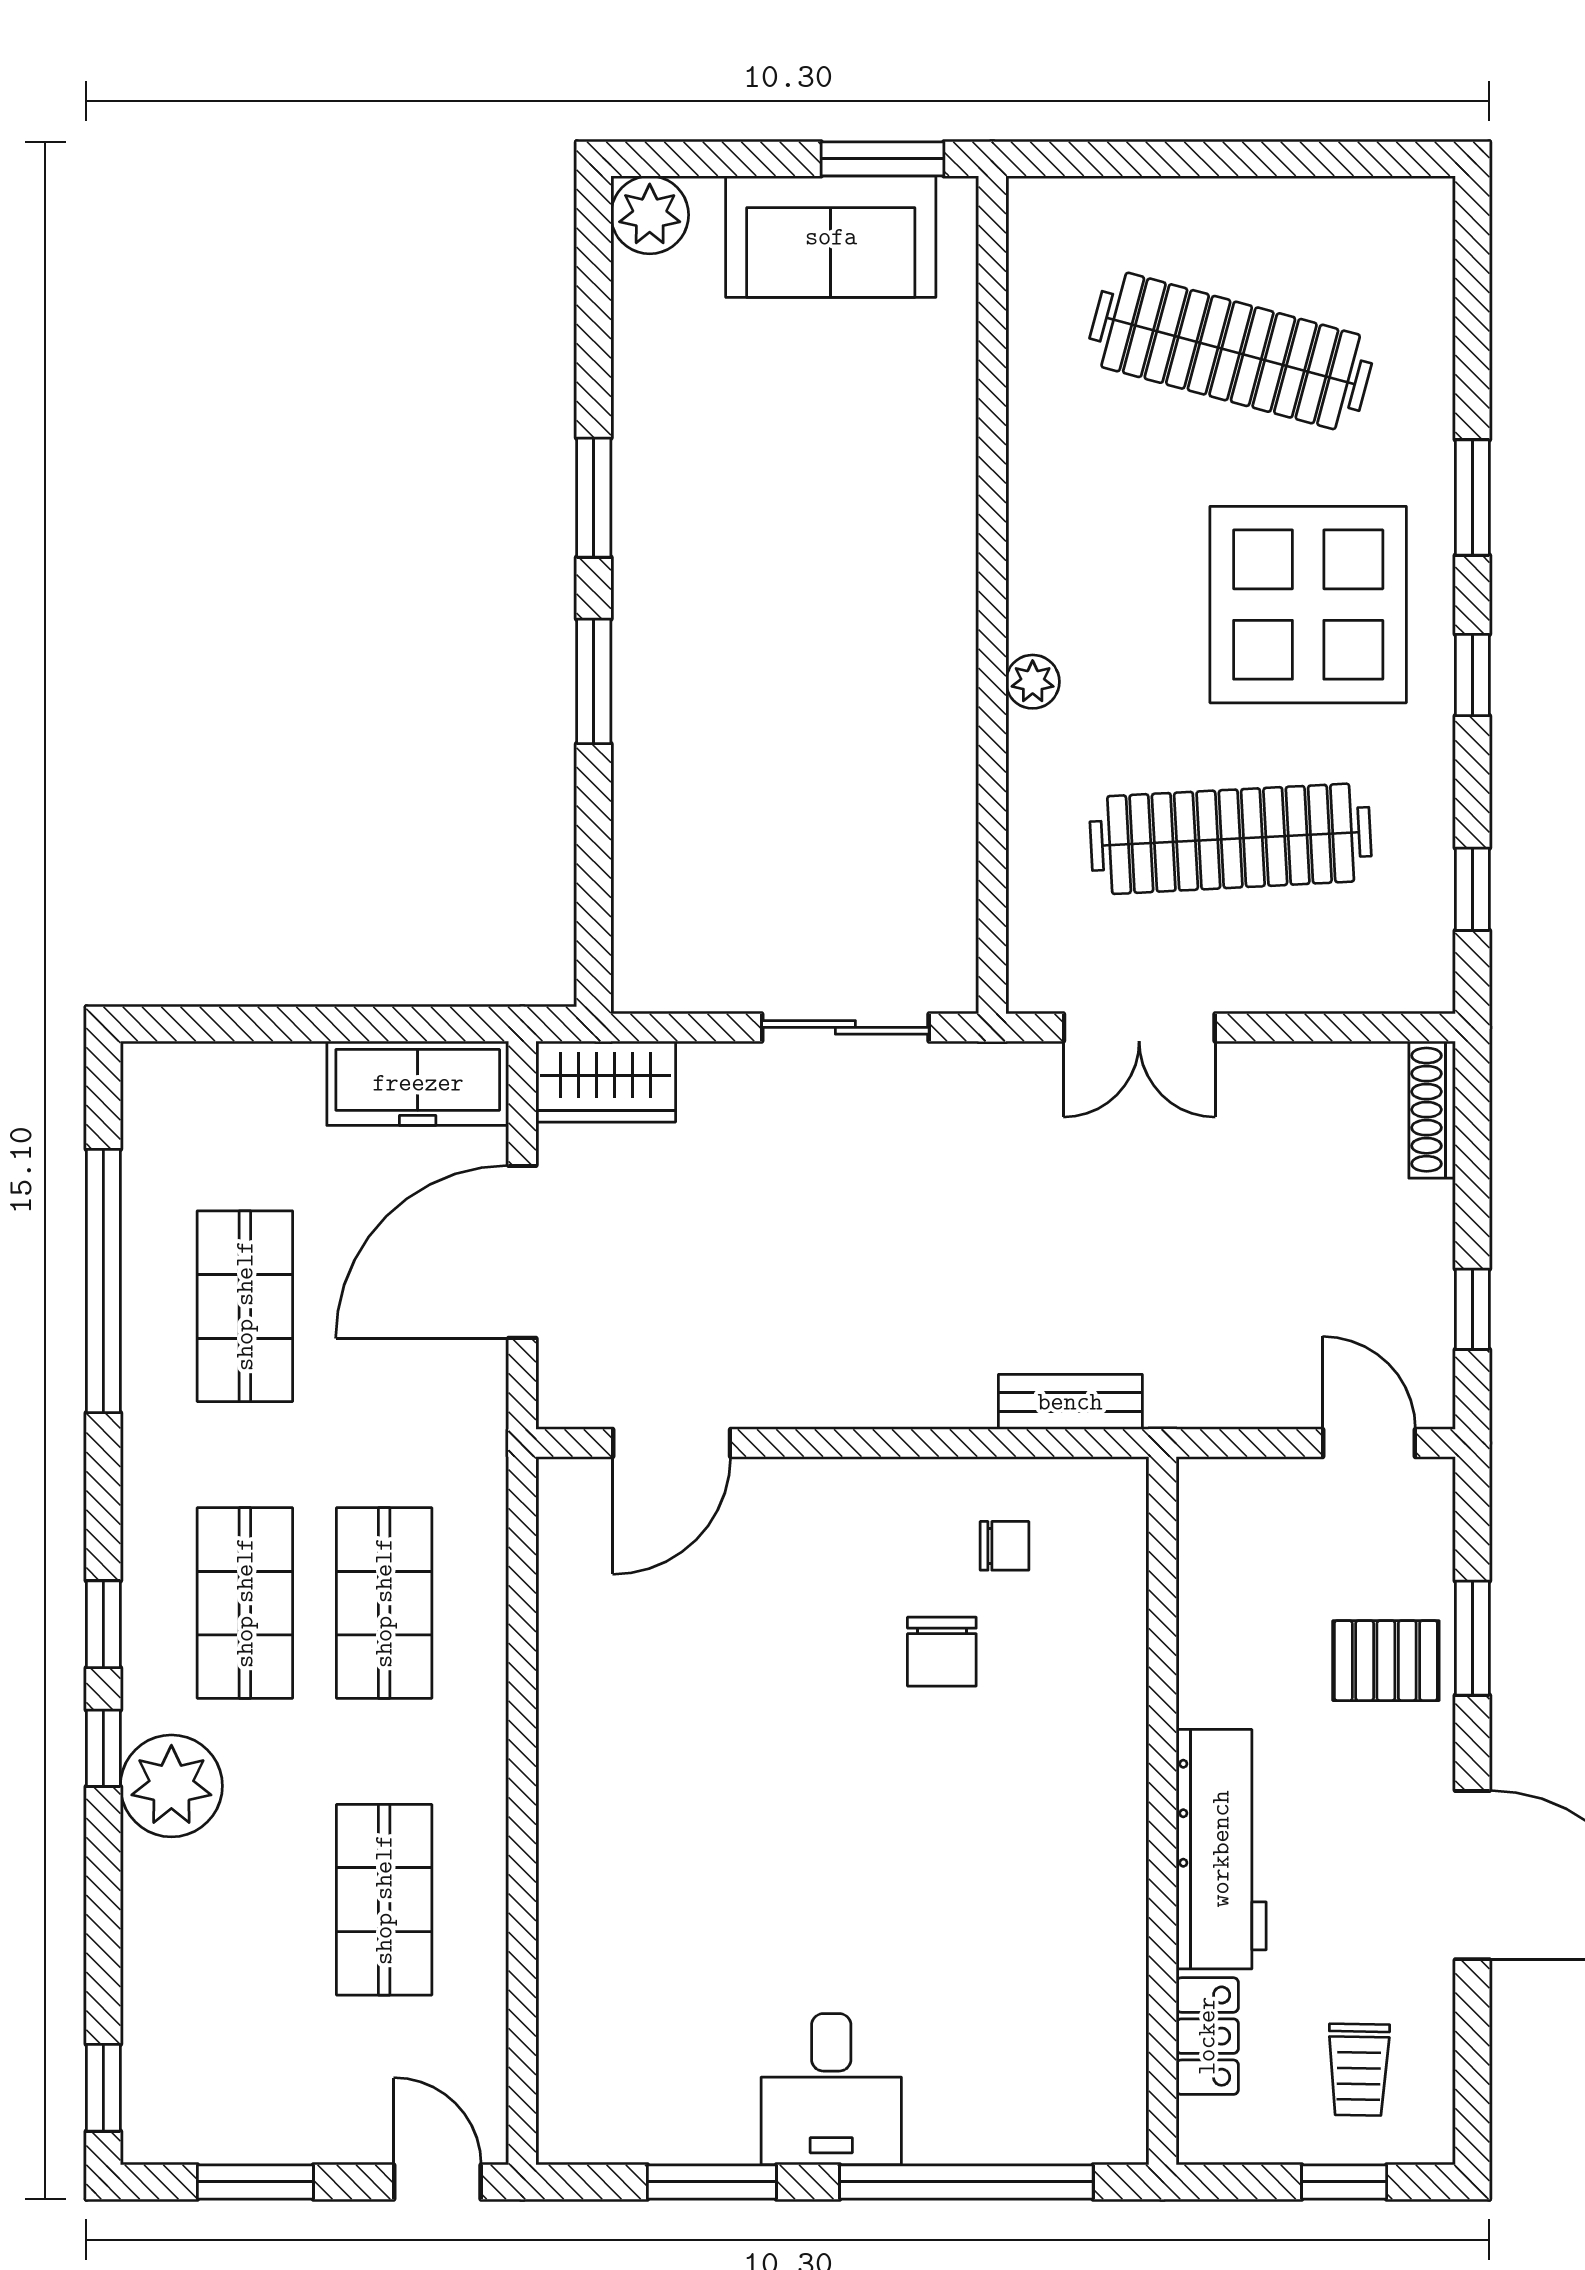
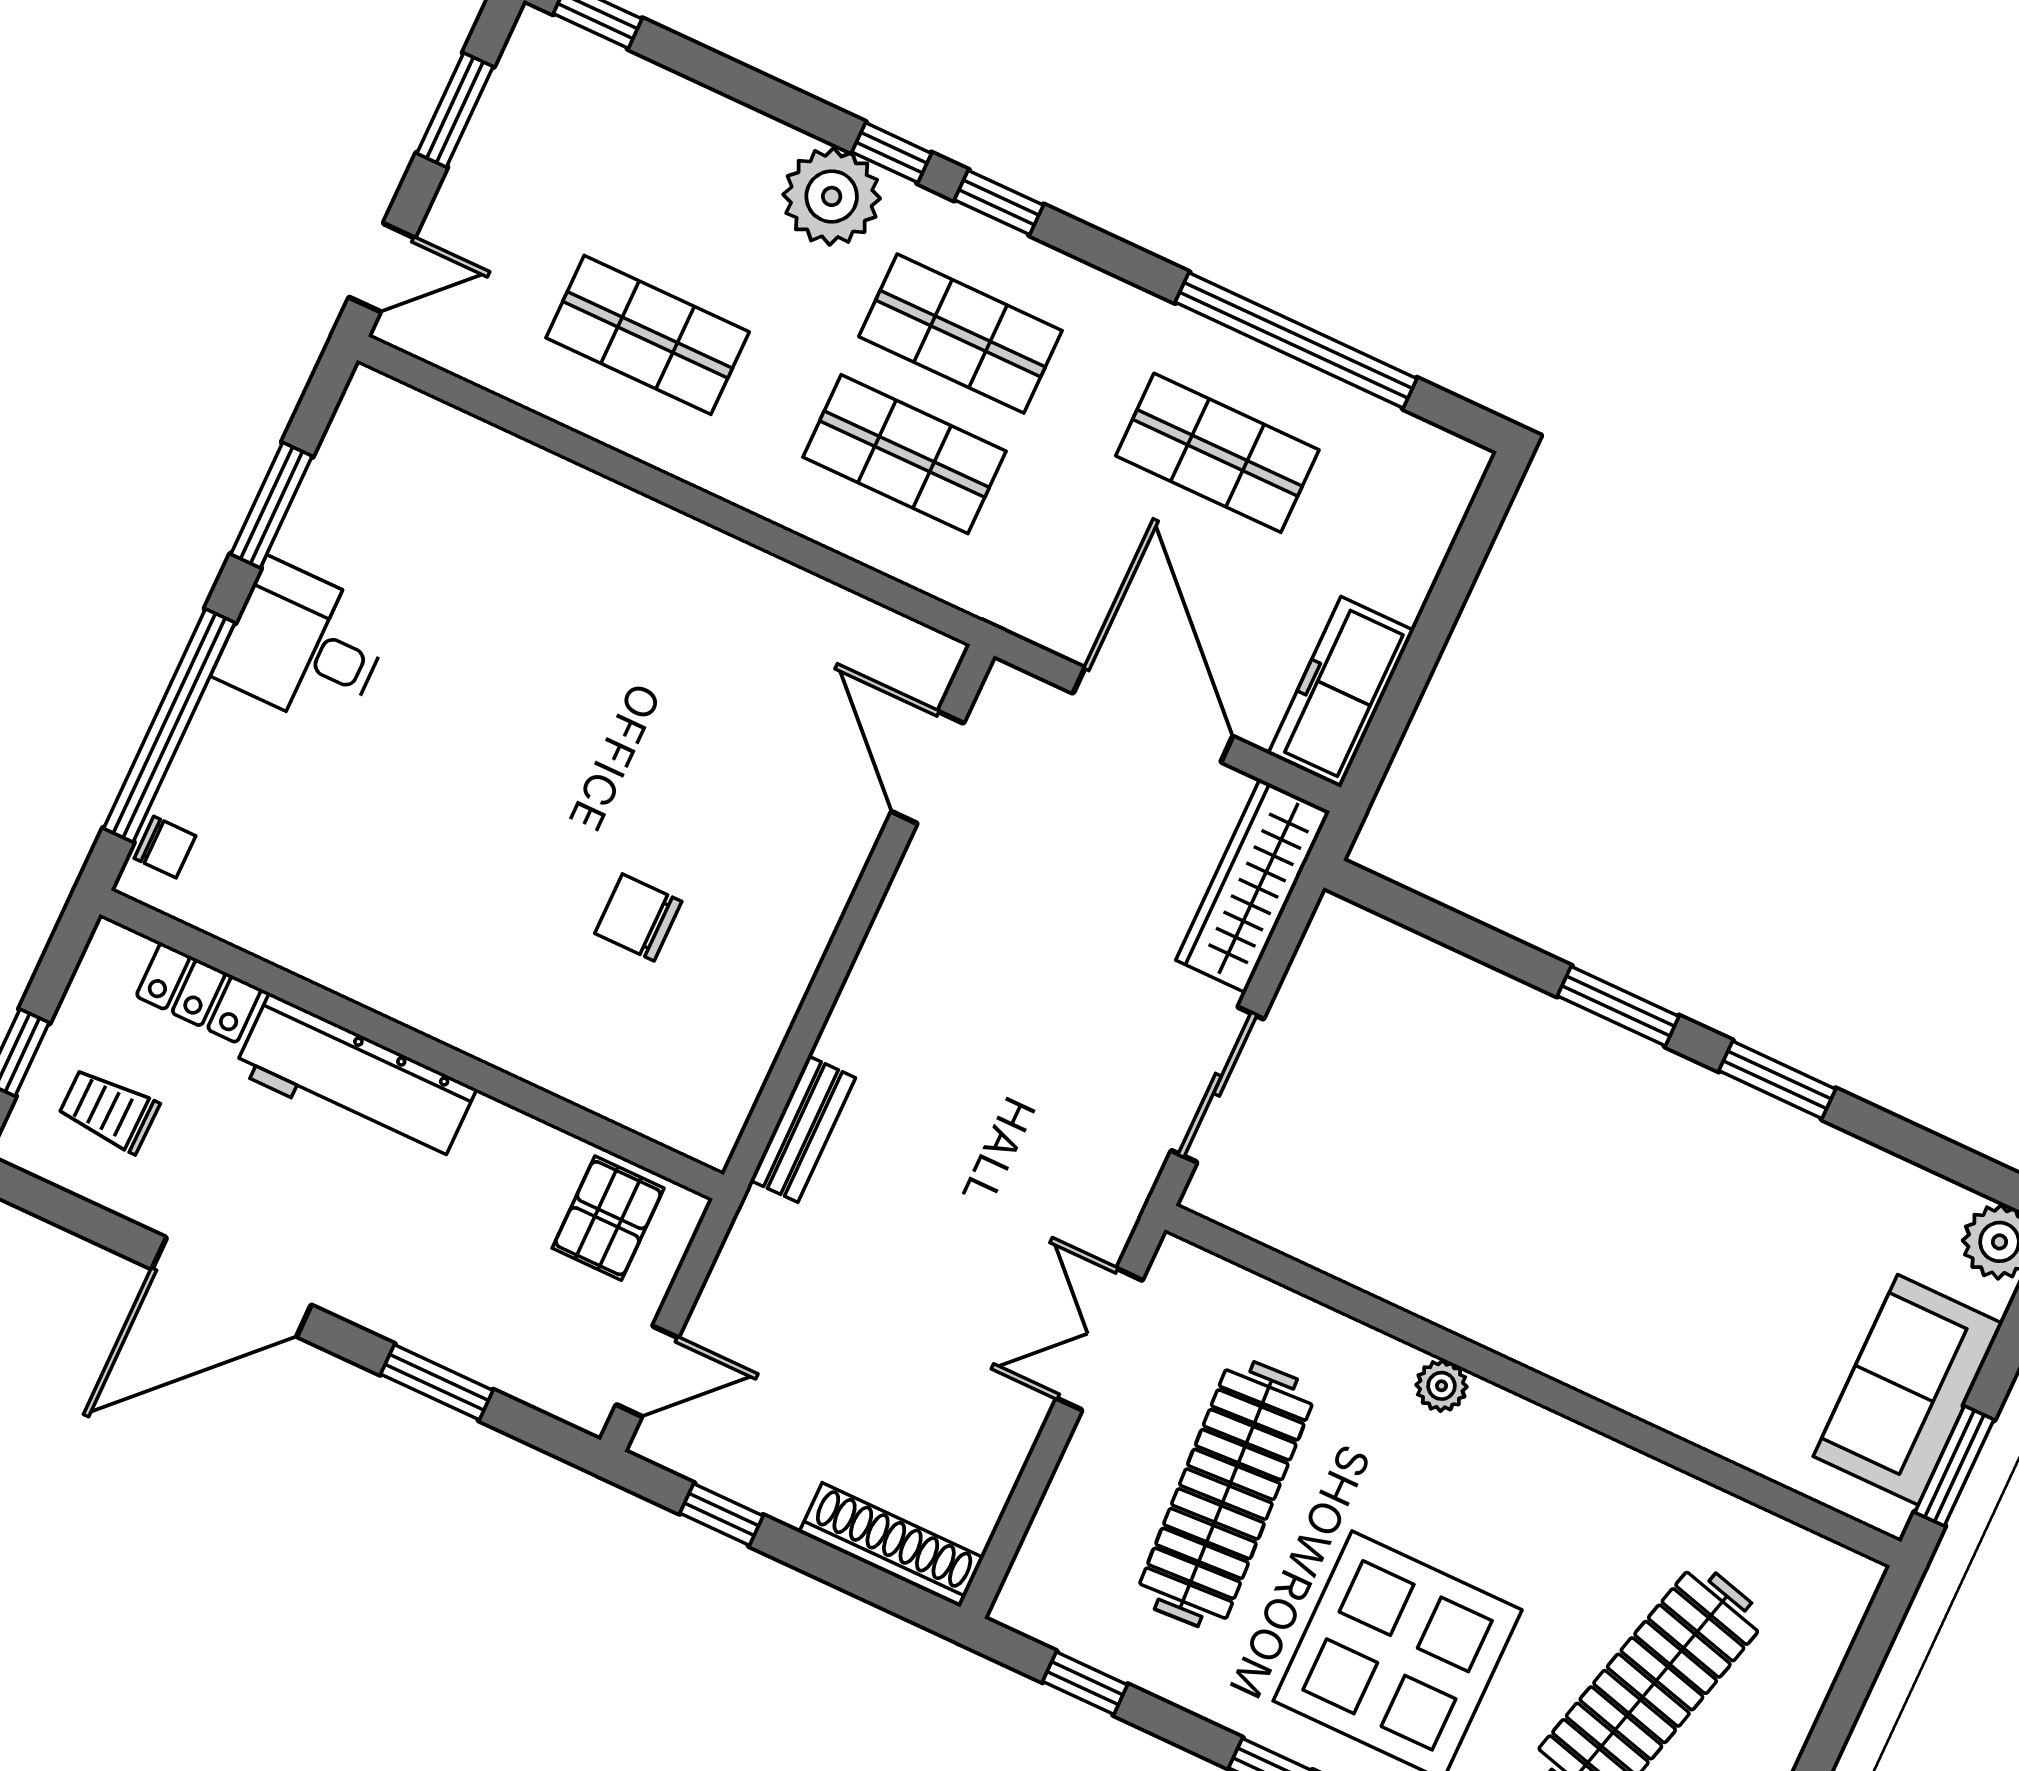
wardrobe: (606, 1082) -> (1253, 886), width x1.50
shoe rack: (1432, 1110) -> (891, 1545), width x1.36, depth x1.24
chair: (1004, 1546) -> (165, 847), moved, turned -90
pallet: (1386, 1661) -> (608, 1218), moved

